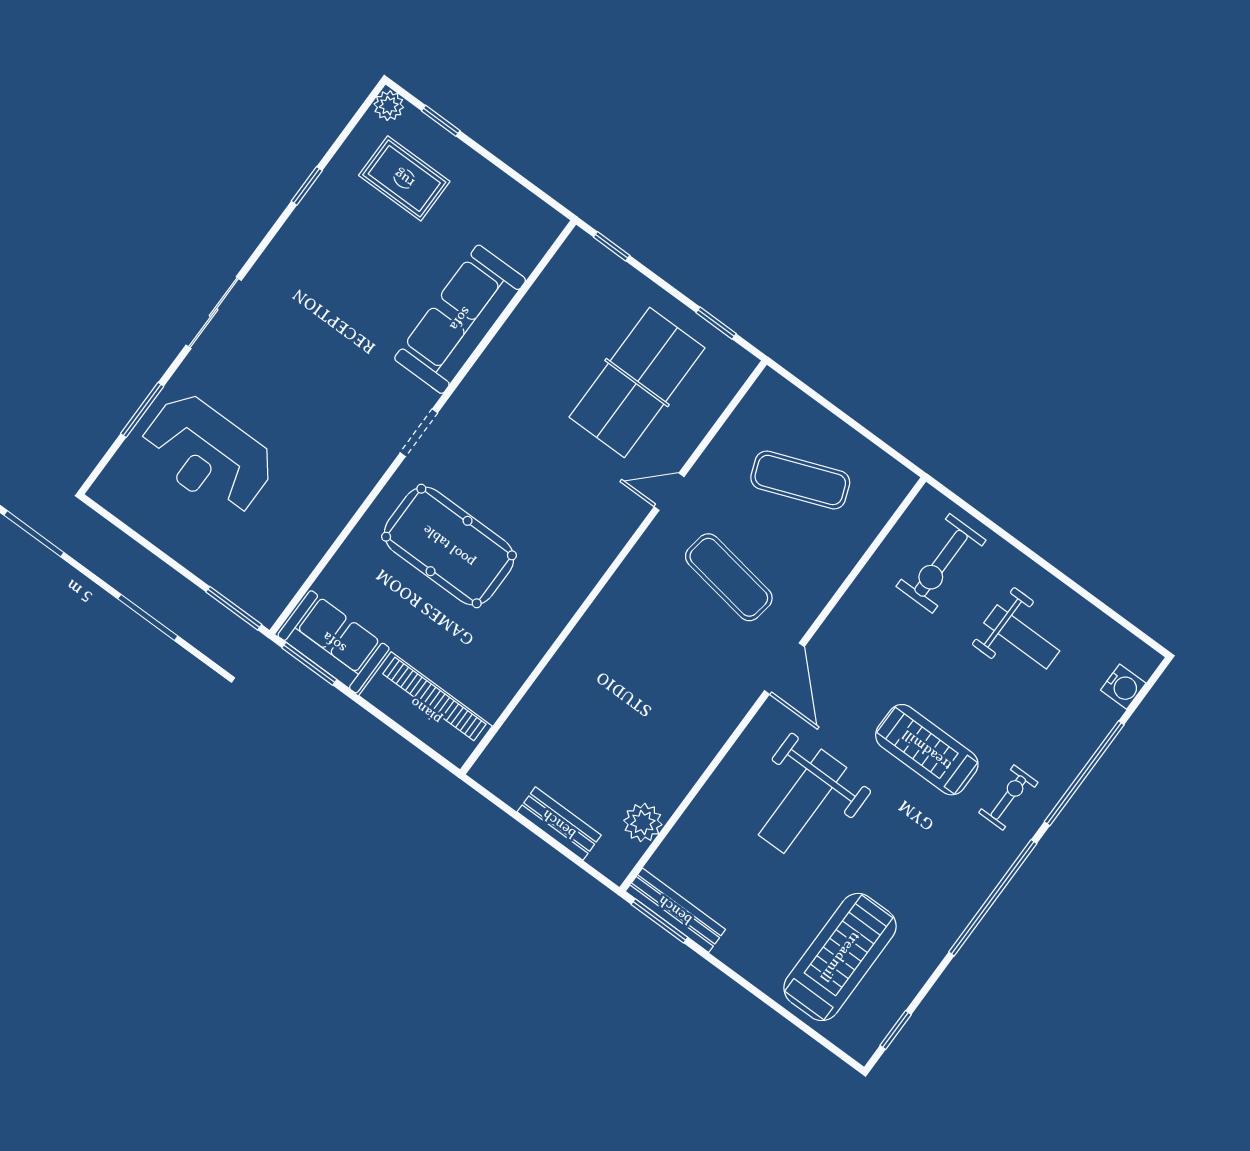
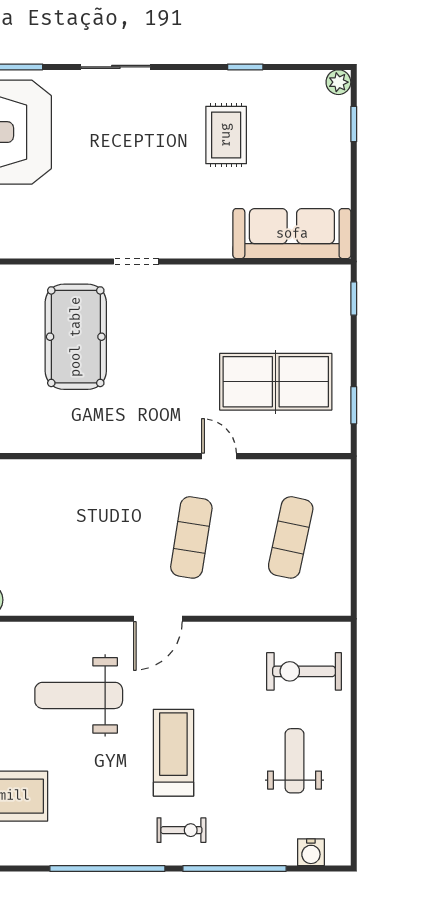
rug: (404, 178) -> (226, 135), moved
sofa: (460, 319) -> (292, 234), moved
exercise mat: (800, 480) -> (291, 537), turned 33
weight bench: (1022, 637) -> (295, 761), turned 180

